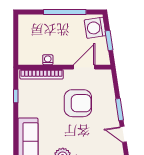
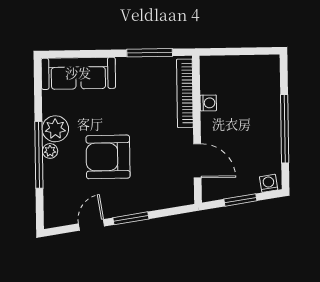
washing machine: (95, 28) -> (269, 183), width x0.53, depth x0.53
window: (16, 96) -> (150, 53), width x2.17
armchair: (78, 103) -> (108, 157), moved, turned 90

